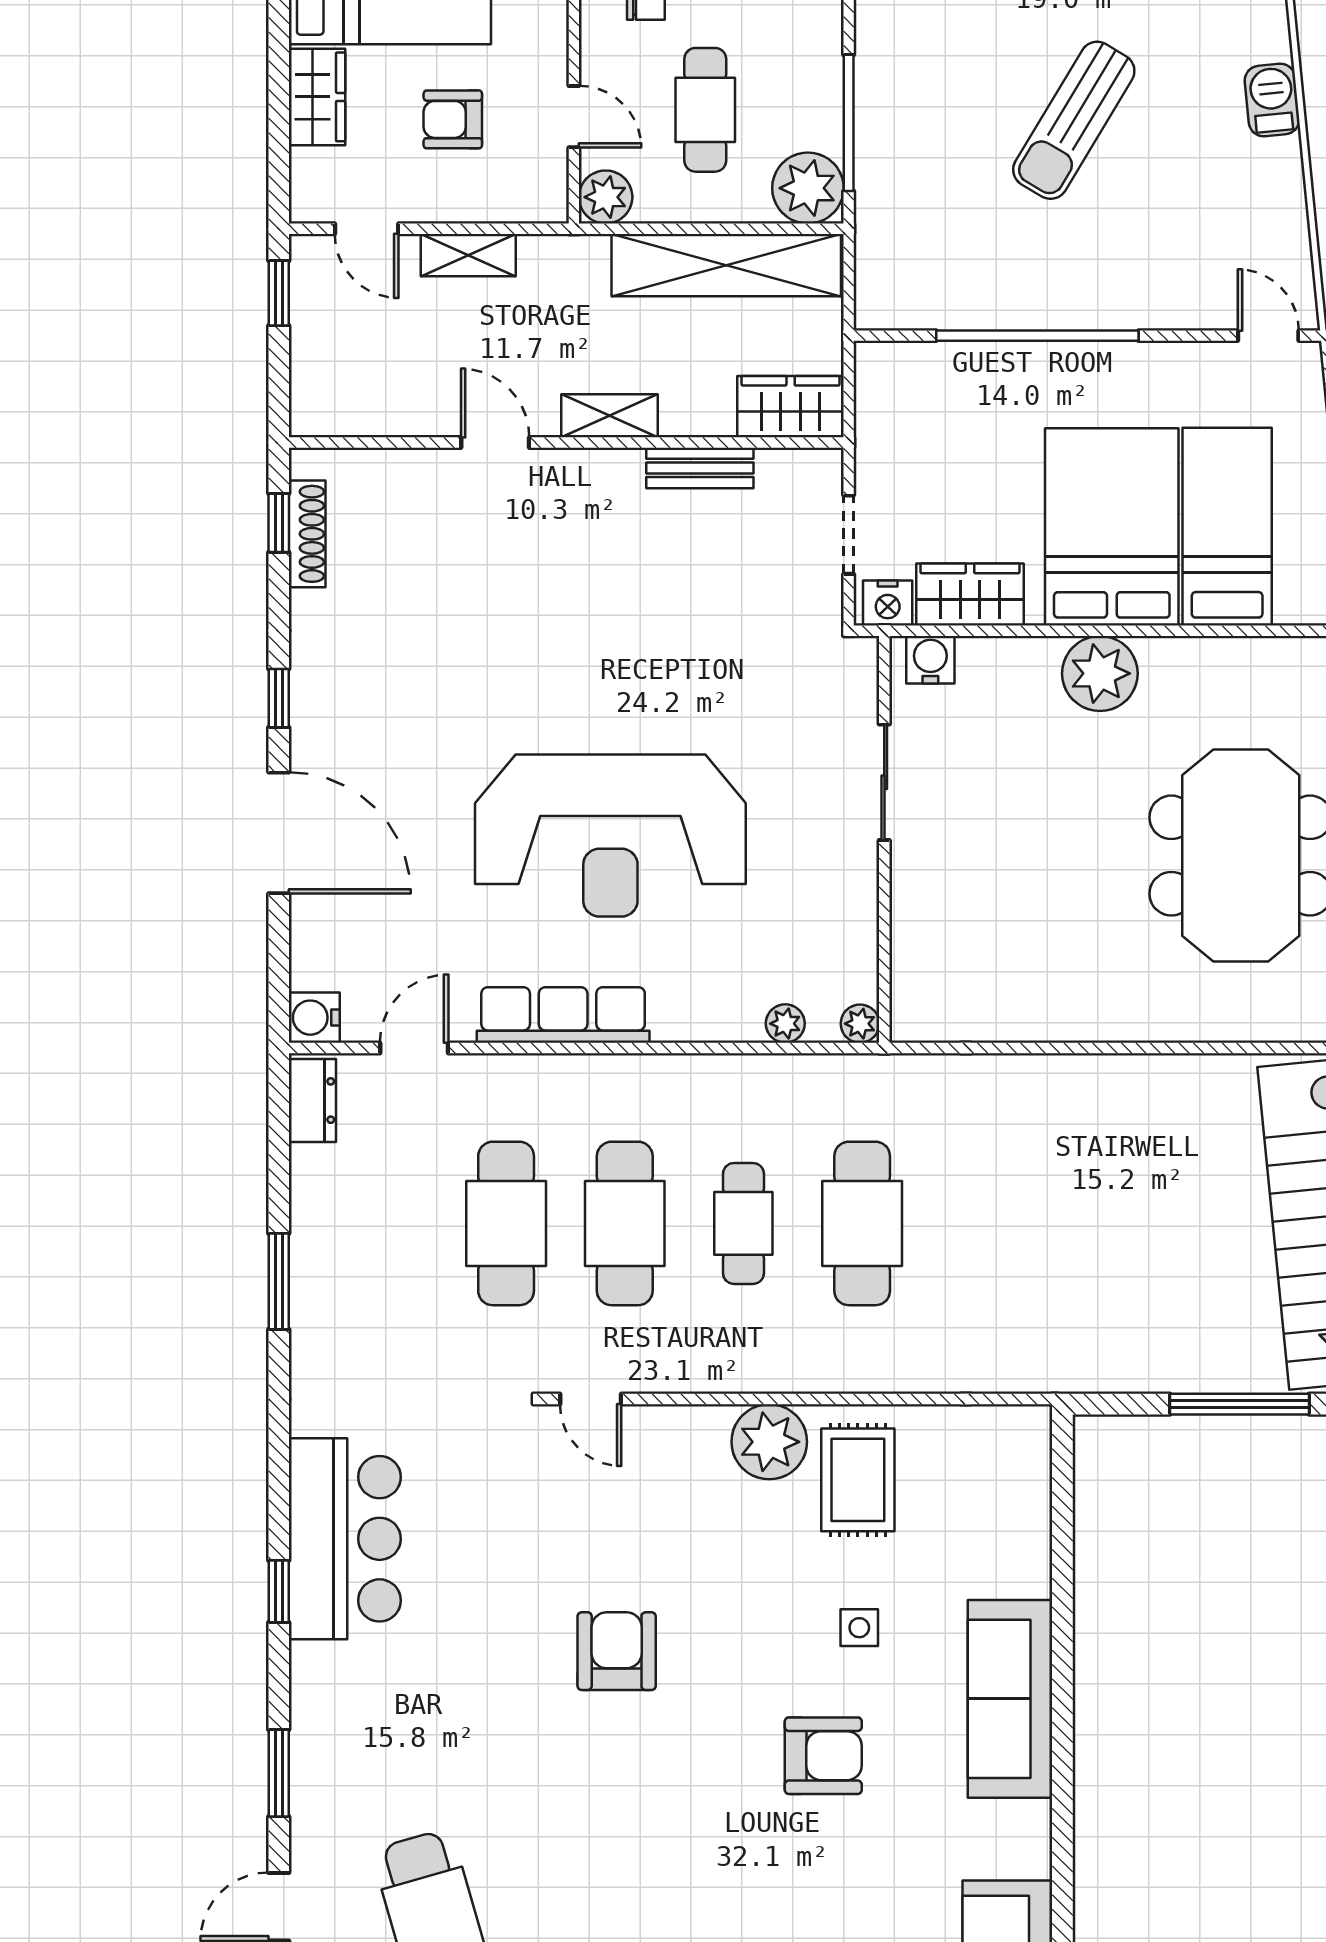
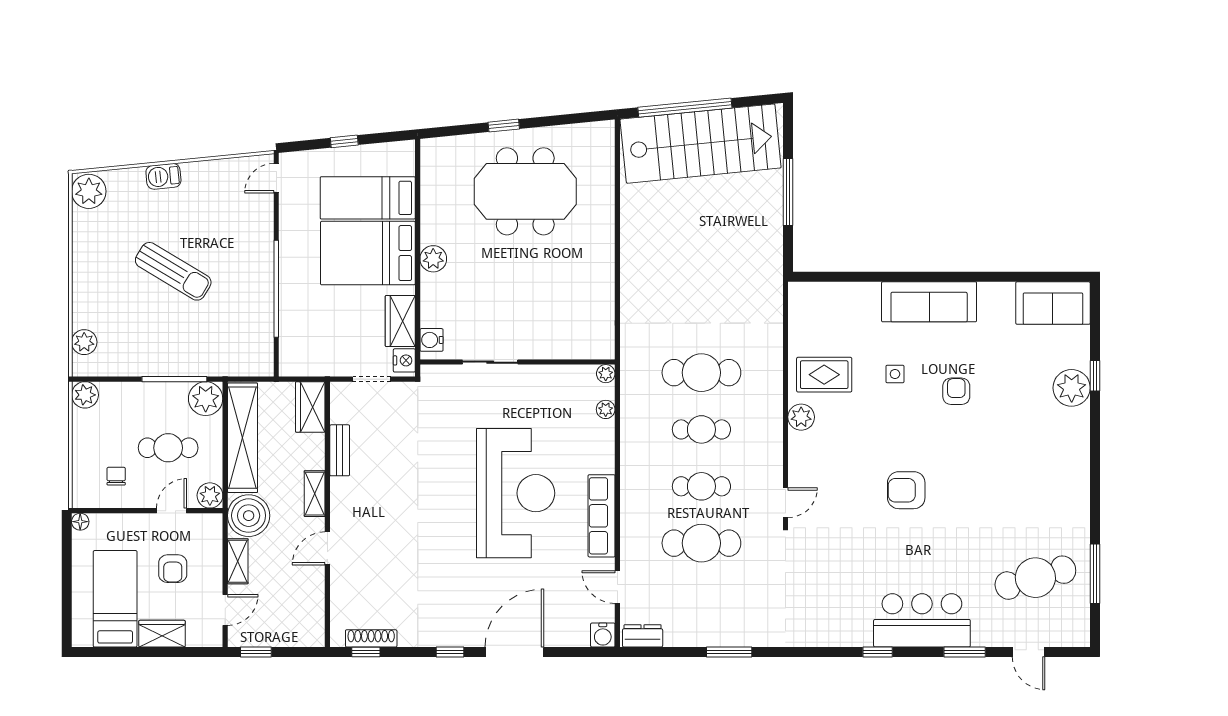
boiler: (564, 278) -> (249, 516), added
plant: (1100, 673) -> (433, 259), width x0.73, depth x0.73
cafe table: (625, 1223) -> (701, 486), width x0.73, depth x0.74
plant: (769, 1442) -> (801, 417), width x0.73, depth x0.73
bar counter: (345, 1539) -> (922, 620), moved
armchair: (823, 1756) -> (956, 391), width x0.72, depth x0.72

